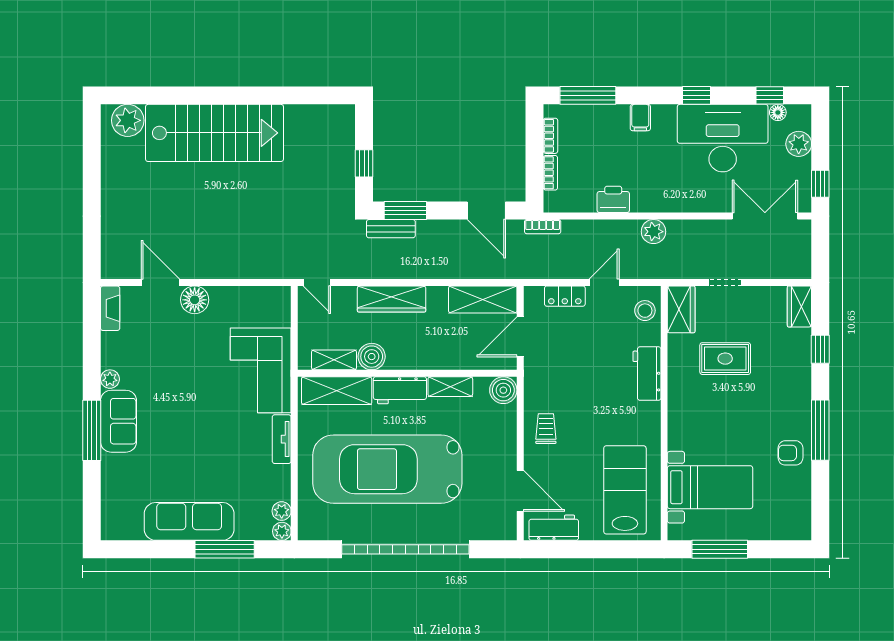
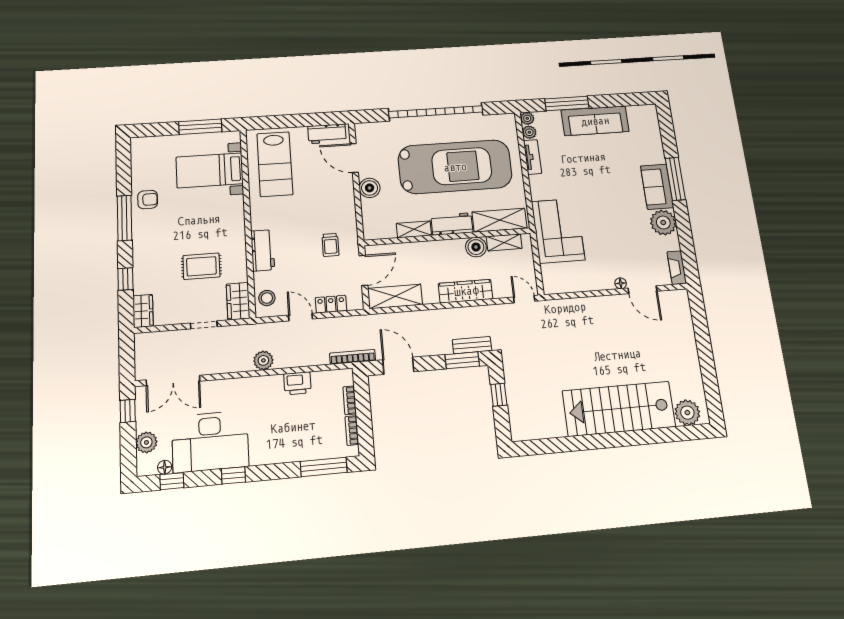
filing cabinet: (640, 118) -> (279, 452), removed
bookcase: (543, 227) -> (353, 357), width x1.56
door: (604, 282) -> (301, 317), swing flipped
floor lamp: (195, 300) -> (621, 283), width x0.53, depth x0.53
plant: (110, 379) -> (663, 223), width x1.87, depth x1.87
boiler: (503, 390) -> (370, 188), moved
trolley: (546, 429) -> (330, 245), moved
tv unit: (282, 439) -> (533, 157), moved

